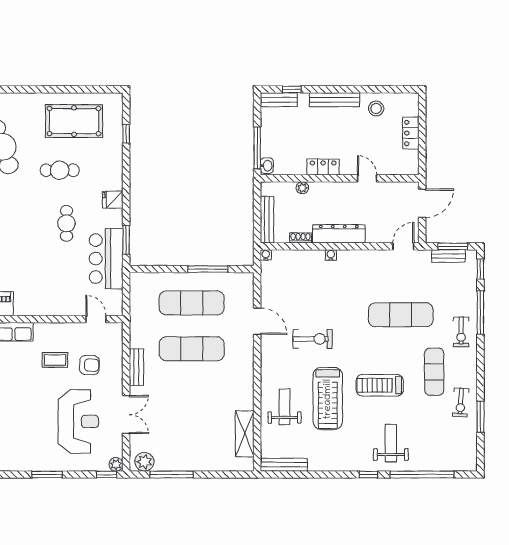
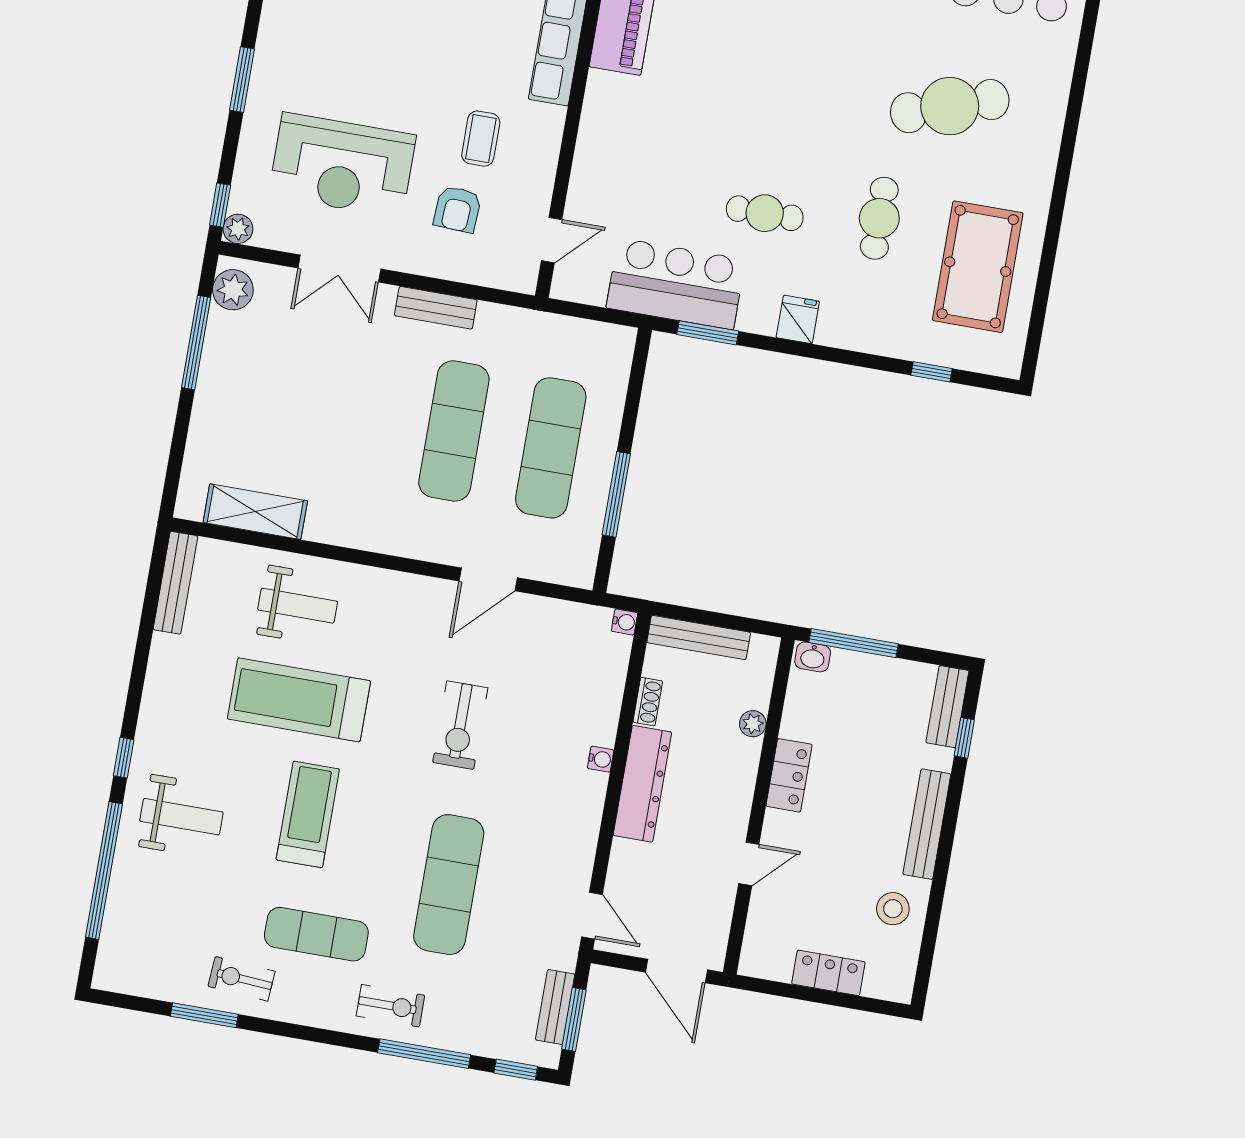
exercise bike: (461, 332) -> (390, 1006), turned 180
exercise bike: (313, 339) -> (460, 725), moved

